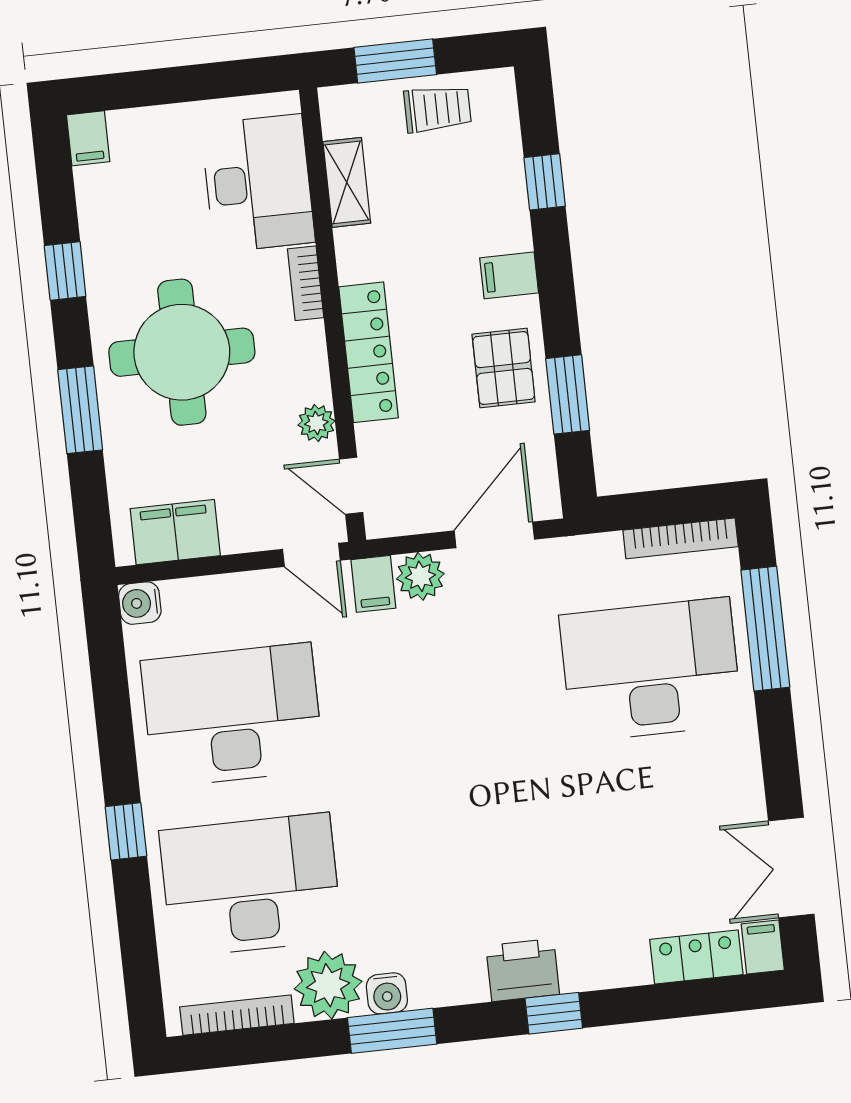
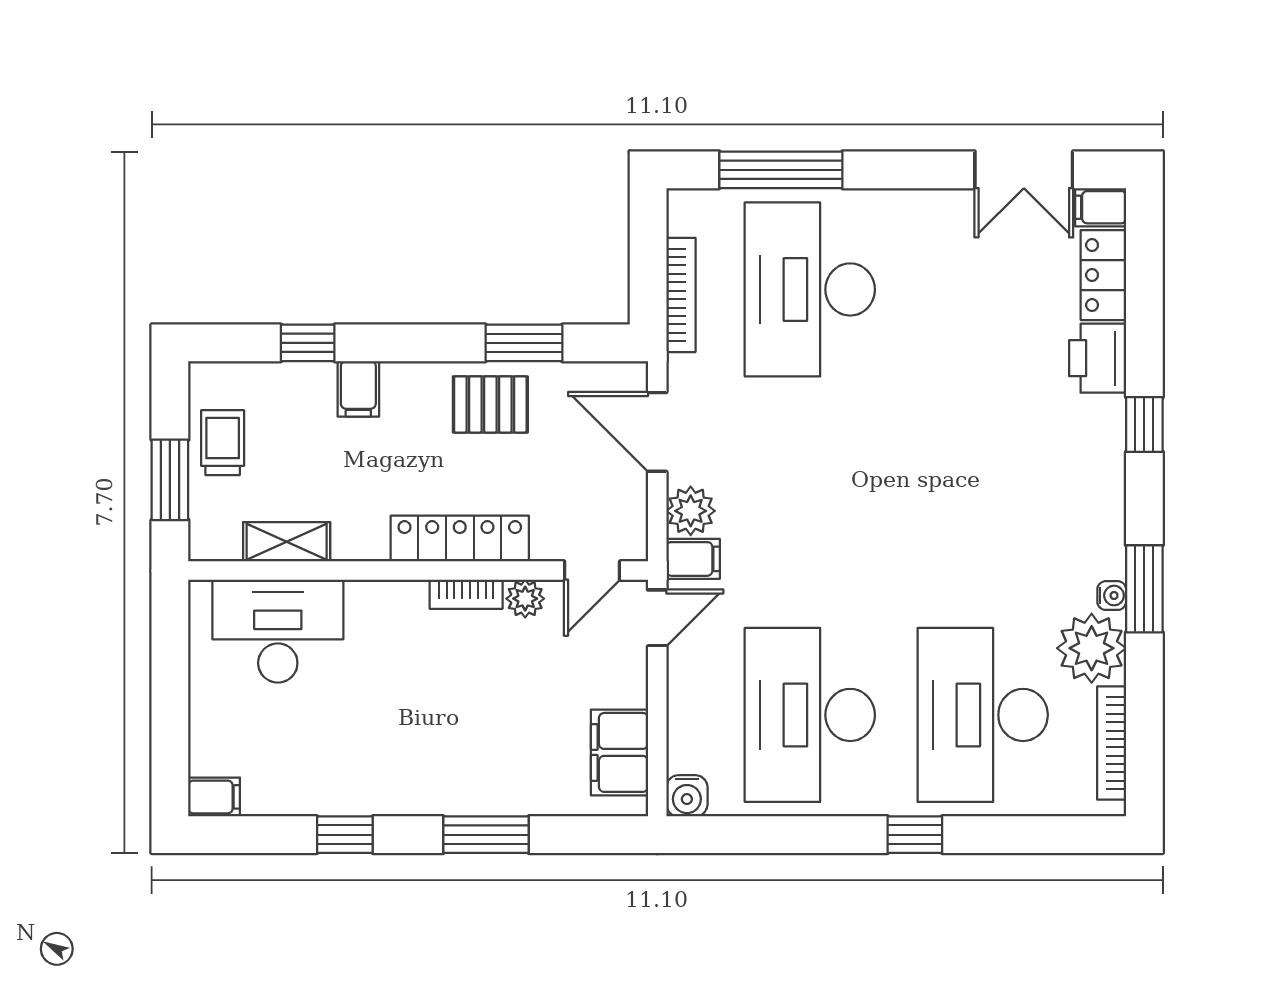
filing cabinet: (509, 275) -> (358, 389), moved
bookcase: (306, 283) -> (466, 594), moved
round table: (182, 352) -> (439, 726), removed
bookcase: (681, 538) -> (681, 295), moved
printer: (523, 970) -> (1098, 358), moved
water cooler: (387, 993) -> (1112, 596), width x0.72, depth x0.72

